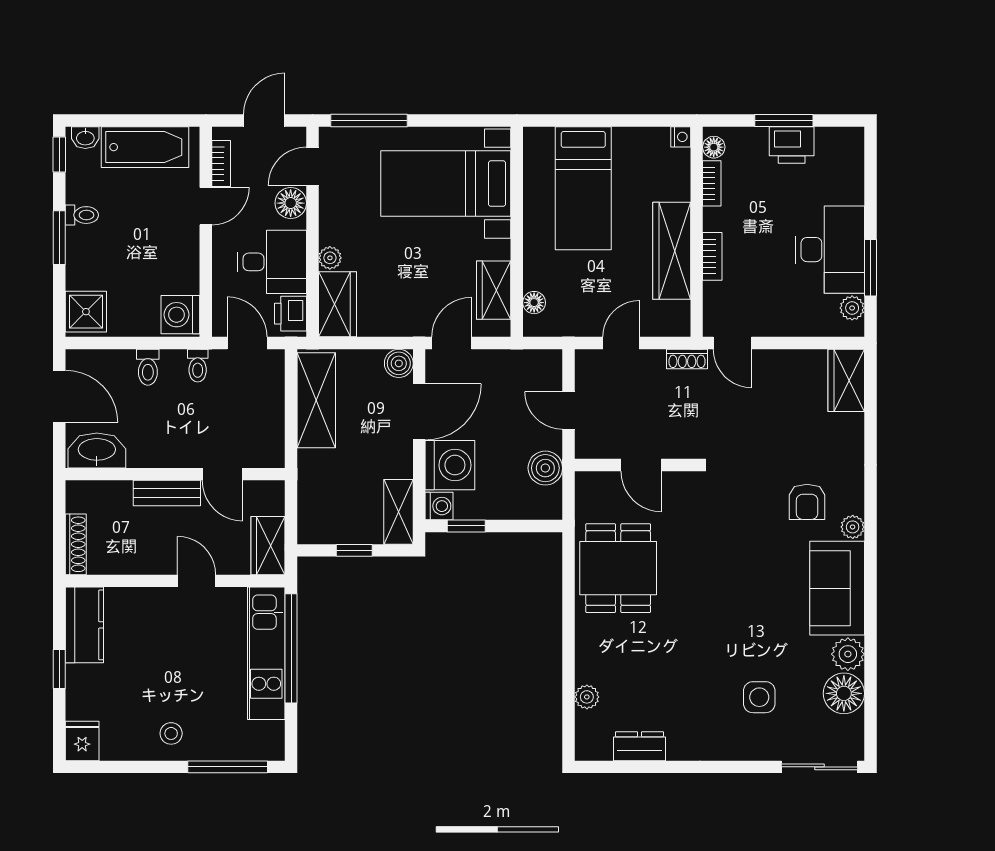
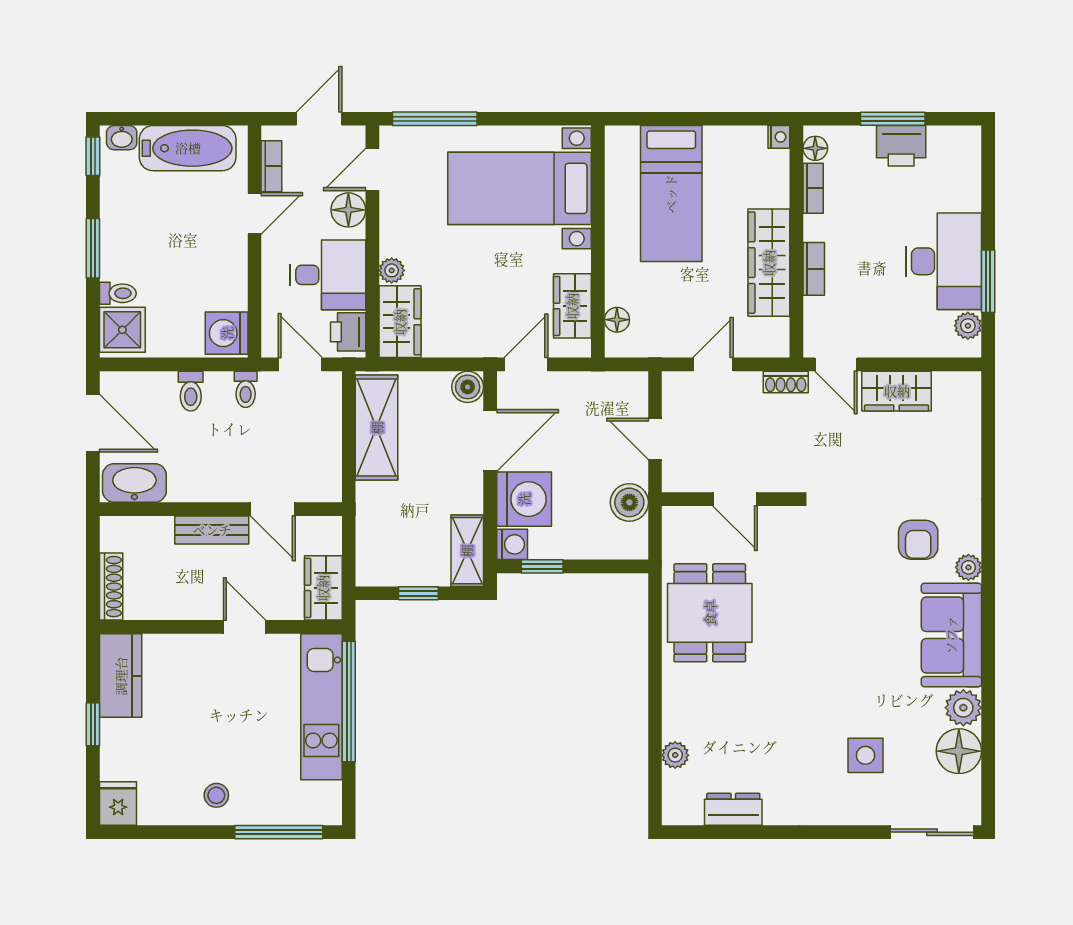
toilet: (82, 215) -> (118, 293), moved
wardrobe: (846, 380) -> (897, 391), moved, turned -90

